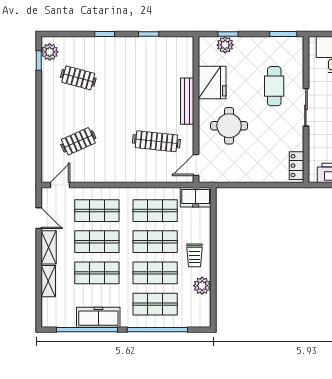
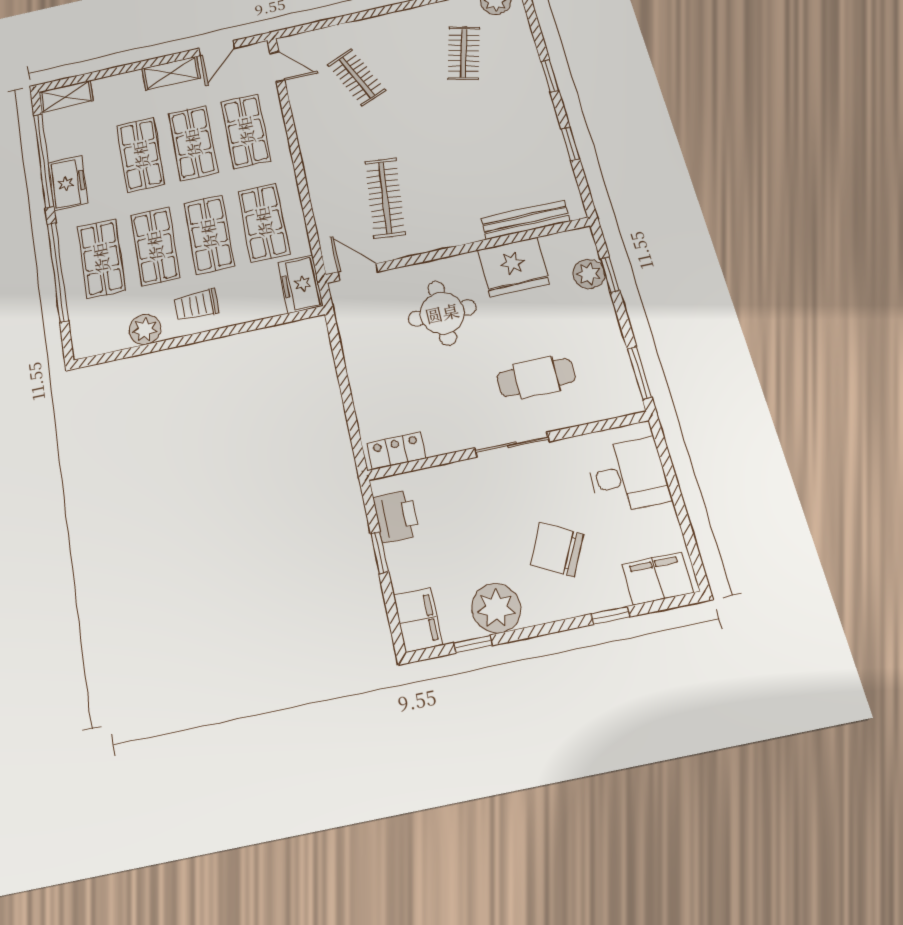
bench: (187, 101) -> (525, 220), moved
shelving: (48, 281) -> (66, 96), moved
freezer: (98, 317) -> (68, 183), width x0.71

